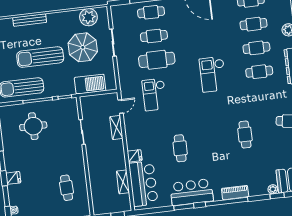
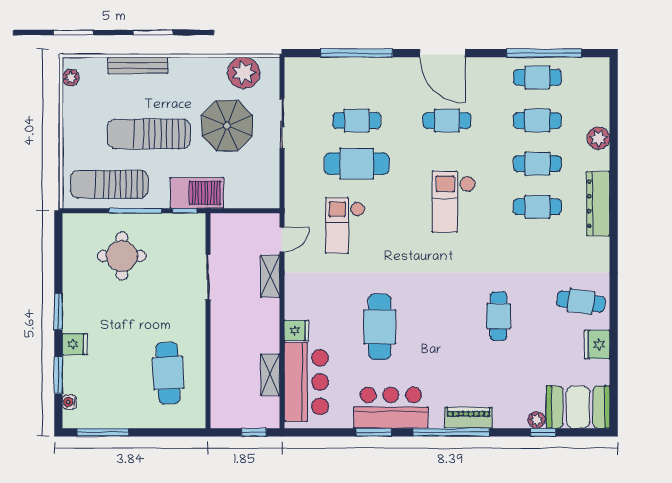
cafe table: (151, 12) -> (447, 121), moved
barbecue: (90, 84) -> (197, 193), moved
cafe table: (180, 148) -> (380, 327), width x1.37, depth x1.35
cafe table: (67, 188) -> (168, 373), width x1.37, depth x1.35

